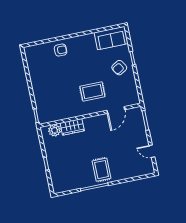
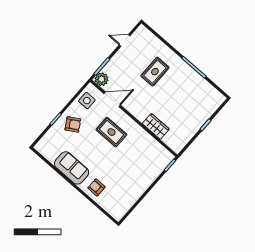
sofa: (111, 38) -> (72, 168), moved
side table: (129, 91) -> (87, 101), added
plant: (55, 130) -> (102, 79), moved
door: (152, 151) -> (125, 40), swing flipped
rug: (102, 170) -> (155, 72), moved

